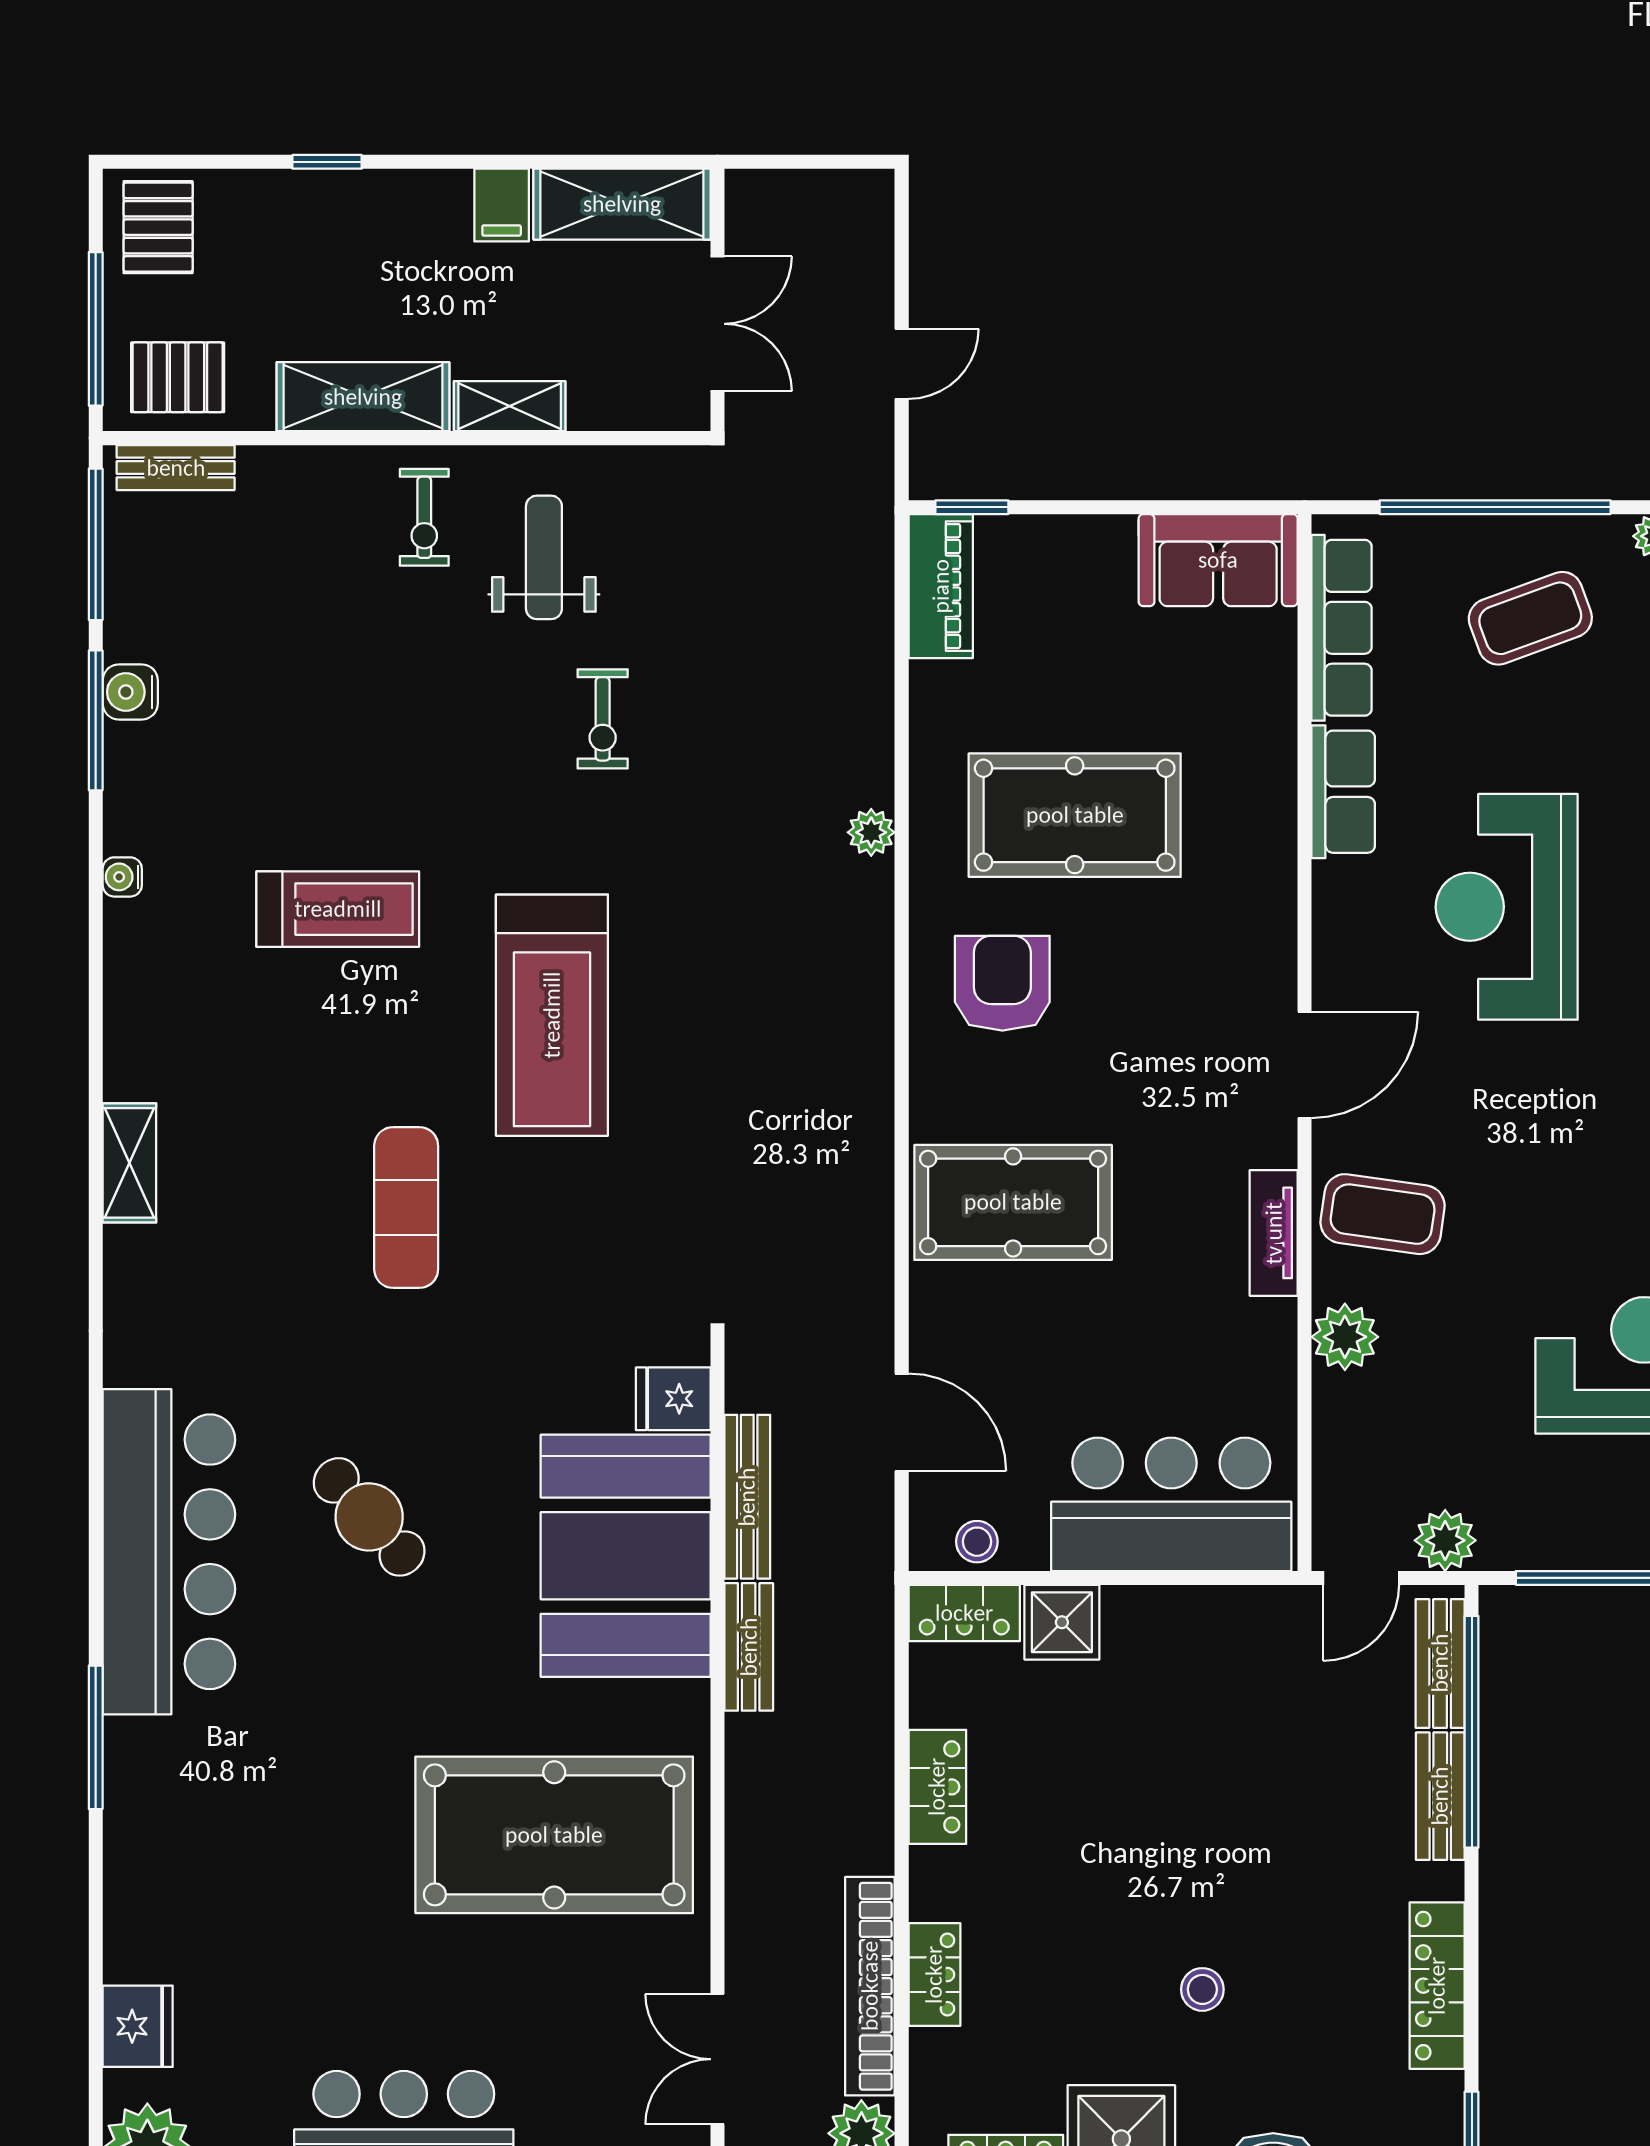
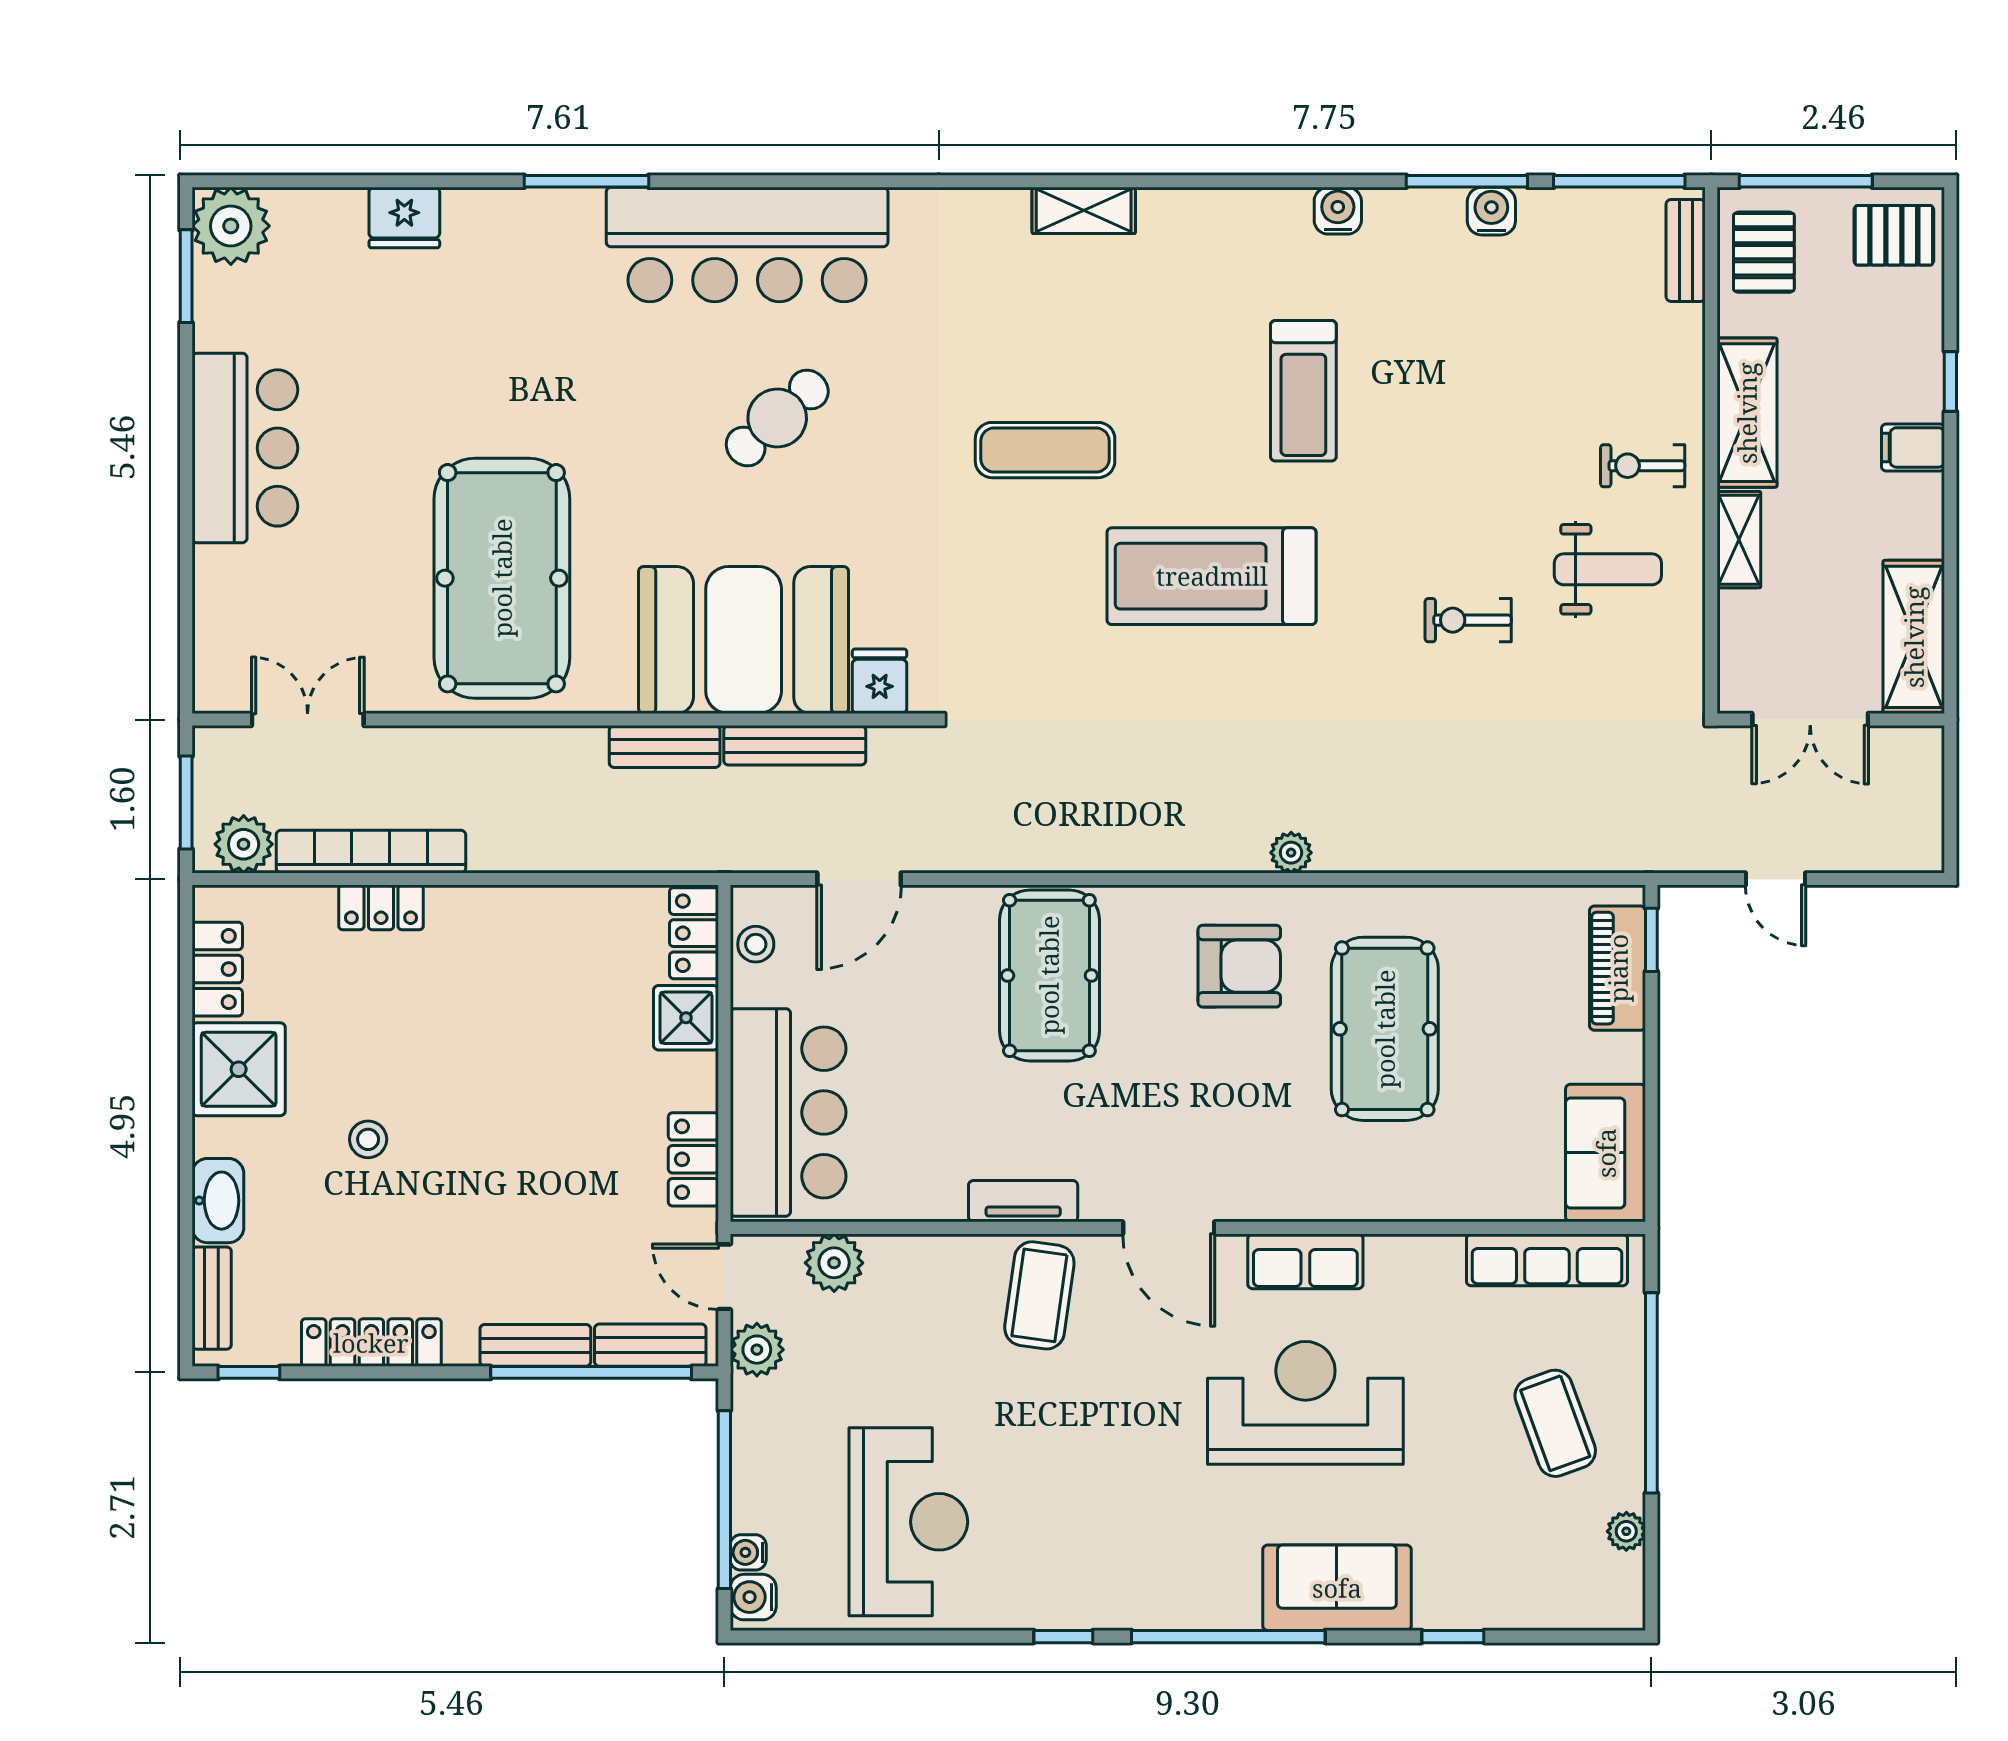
filing cabinet: (502, 205) -> (1913, 447), moved
piano: (941, 586) -> (1618, 968), moved, turned 90
row of seats: (1343, 792) -> (1305, 1261), moved
plant: (871, 832) -> (1291, 853), moved
water cooler: (122, 877) -> (1338, 211), width x1.38, depth x1.38
plant: (1345, 1337) -> (834, 1263), moved
locker: (937, 1787) -> (693, 1159), moved, turned 90
fridge: (138, 2026) -> (404, 218), moved

